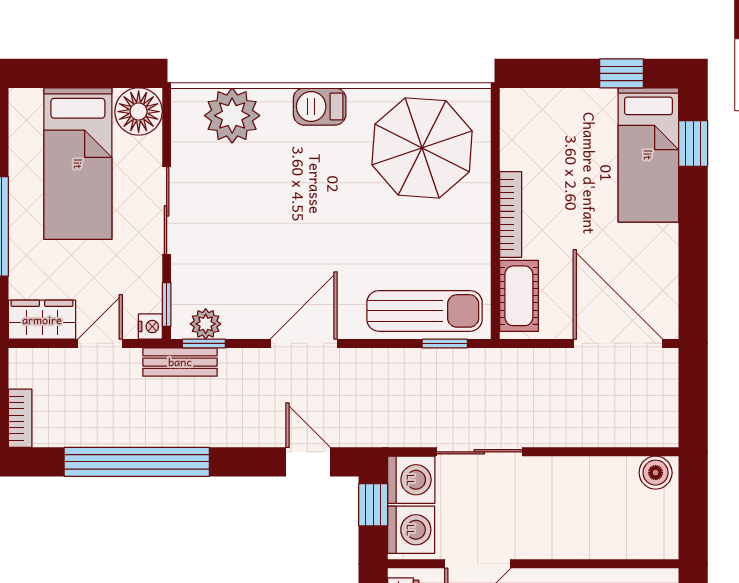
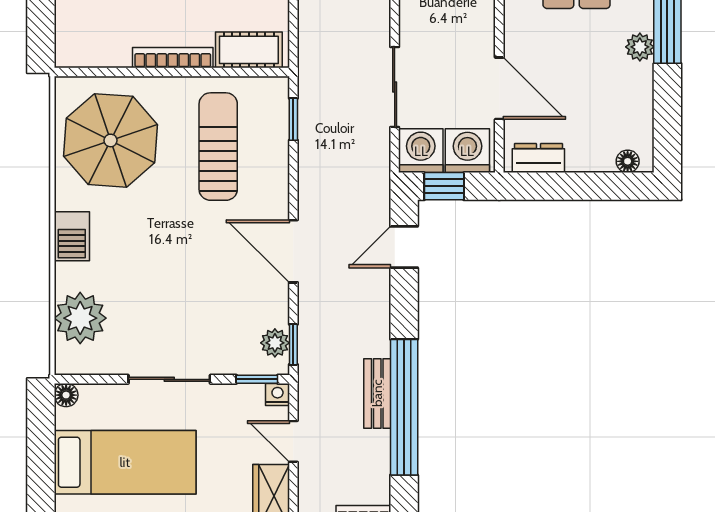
floor lamp: (139, 112) -> (66, 395), width x0.53, depth x0.53
sun lounger: (424, 311) -> (218, 147), moved
bench: (180, 362) -> (377, 393), moved

